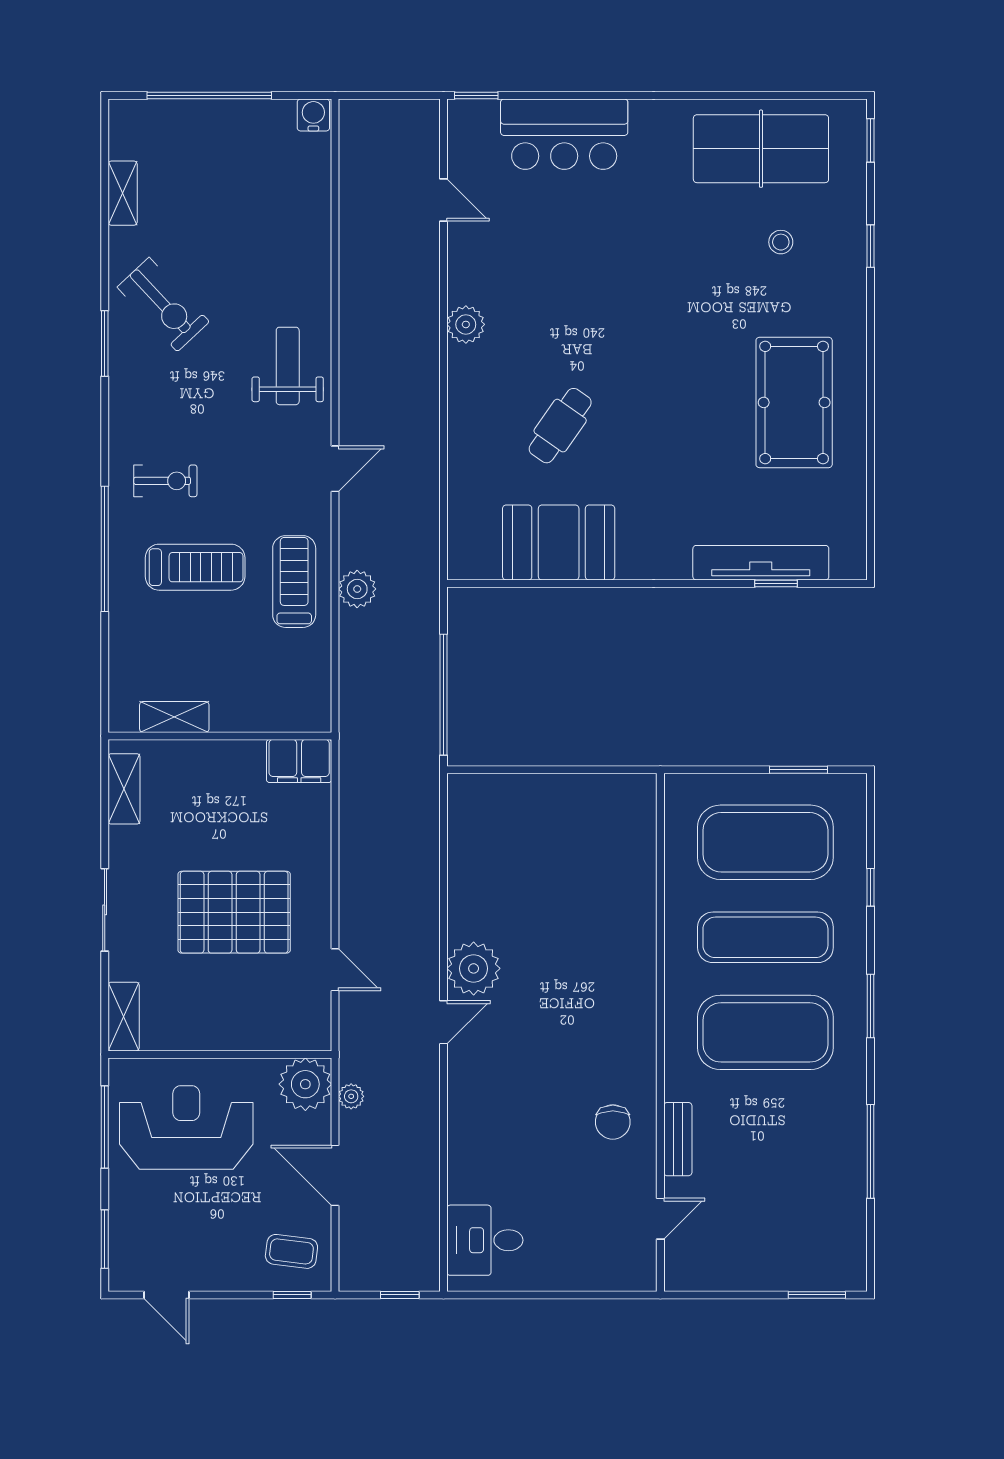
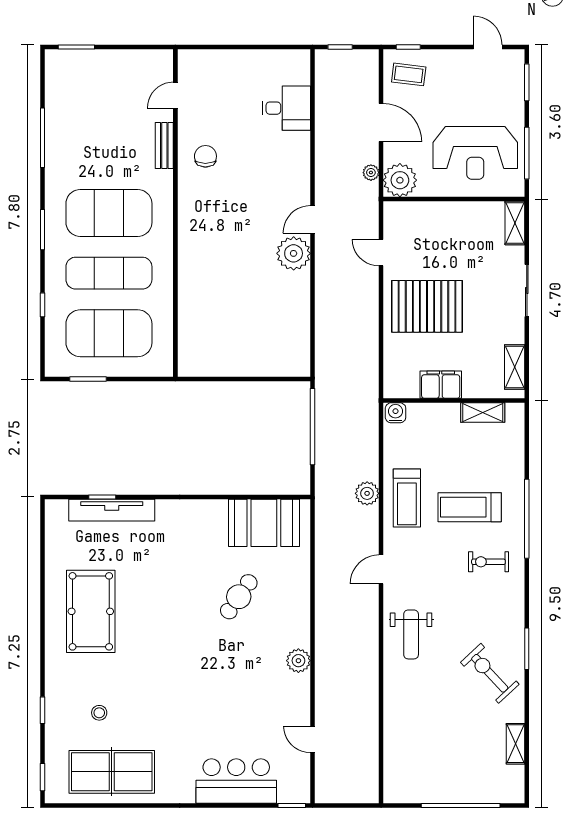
water cooler: (313, 115) -> (396, 413), moved, turned 180
booth: (559, 542) -> (264, 523), moved
filing cabinet: (299, 761) -> (441, 385), moved
pallet: (234, 912) -> (427, 306), moved
desk: (485, 1240) -> (286, 108), moved

